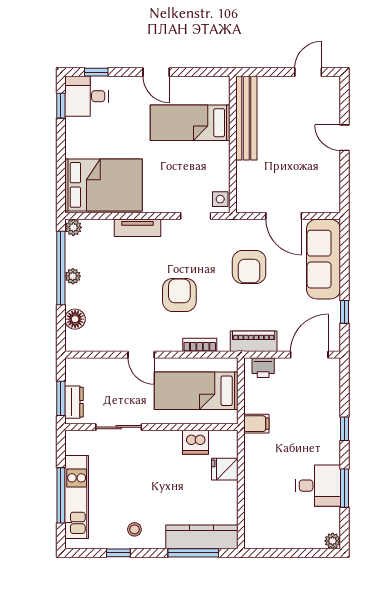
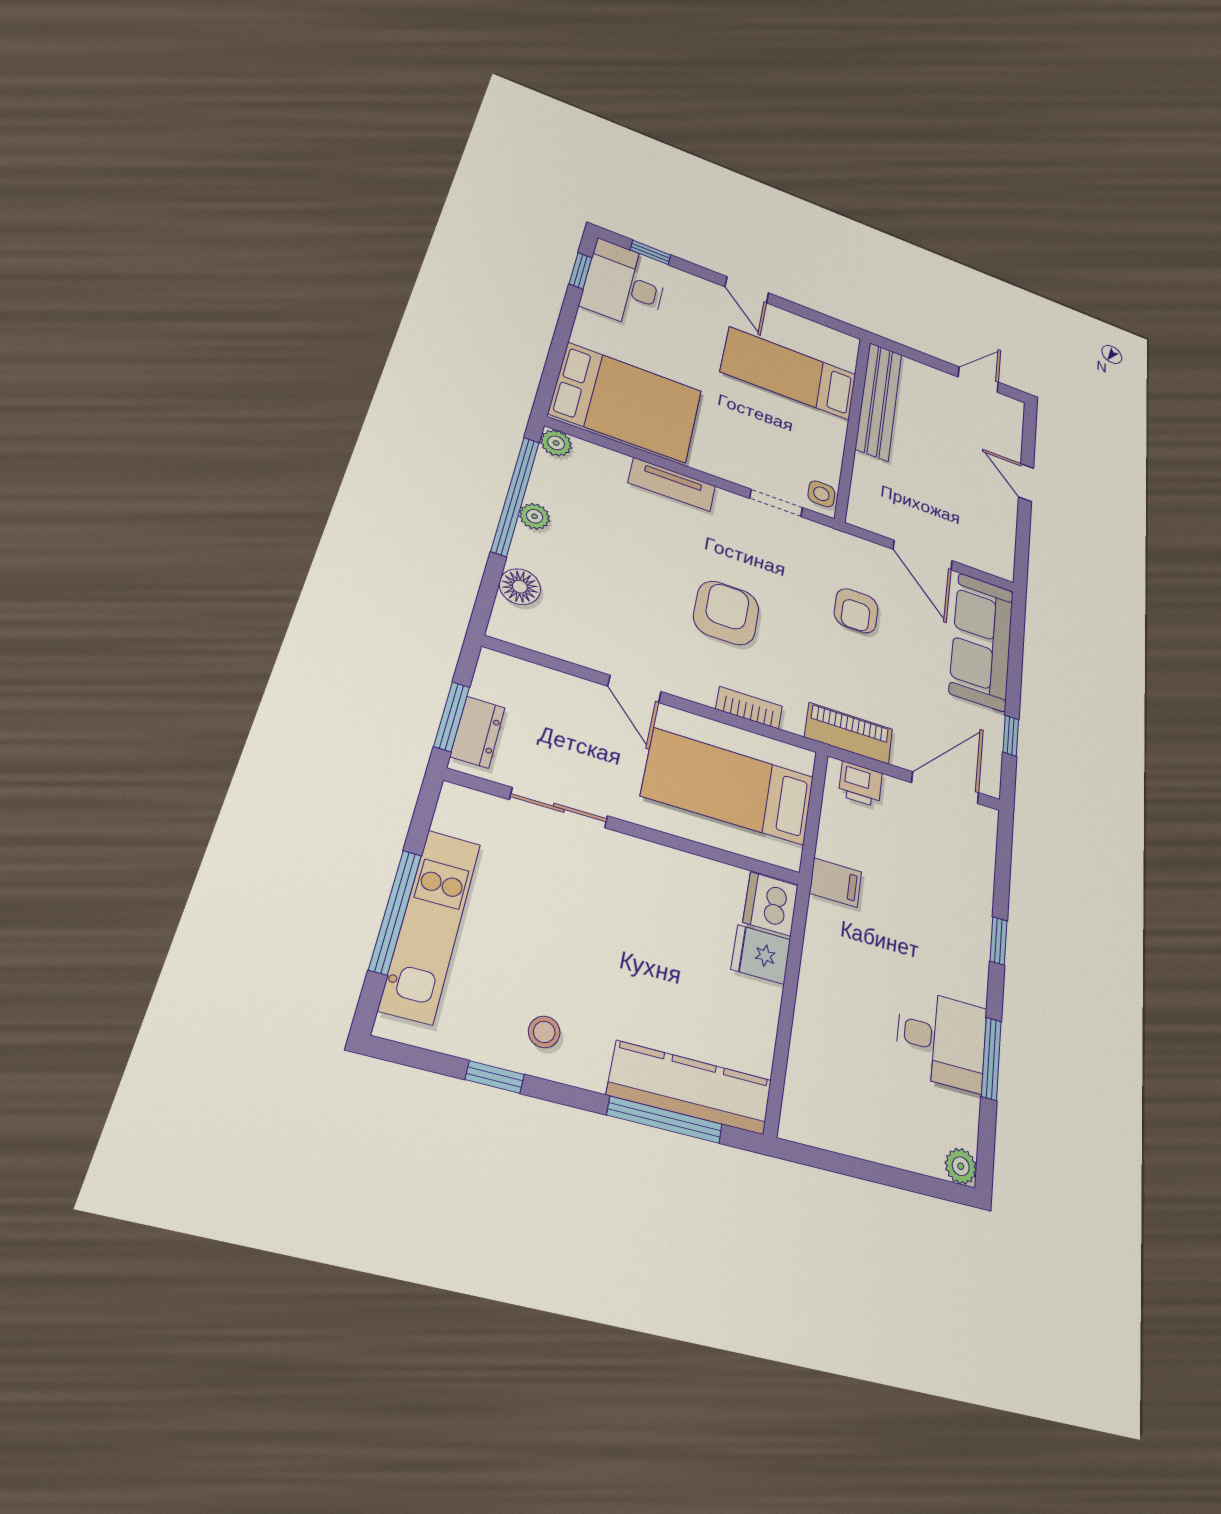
desk: (87, 96) -> (624, 285), width x1.37
armchair: (249, 267) -> (856, 611), width x0.72, depth x0.72
dishwasher: (195, 442) -> (771, 904), moved, turned 90

